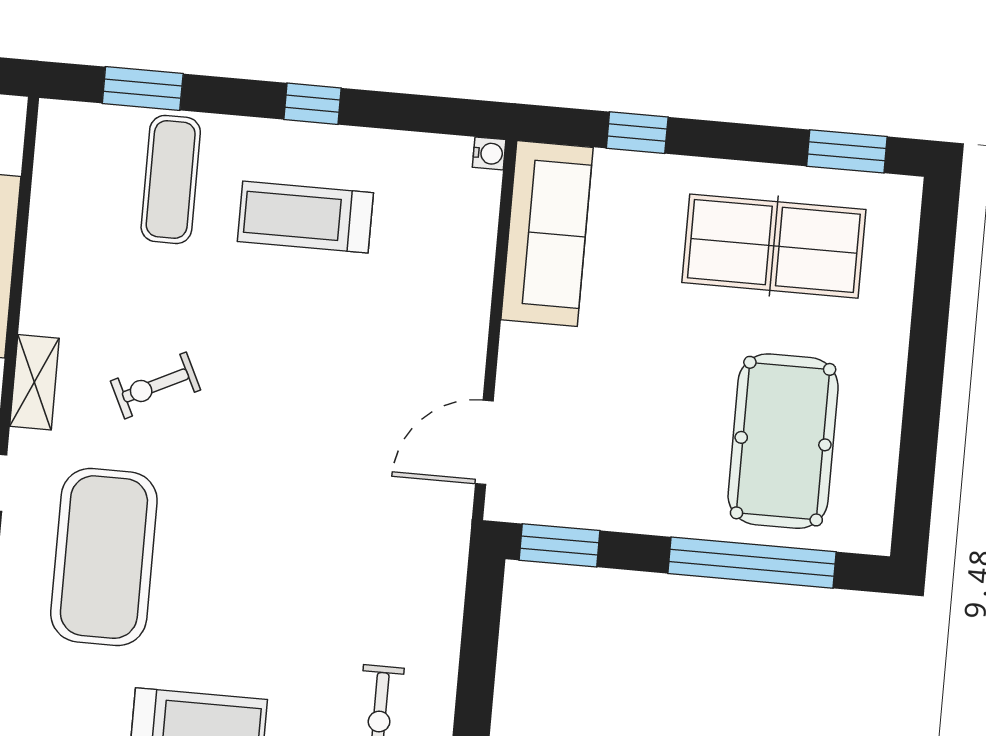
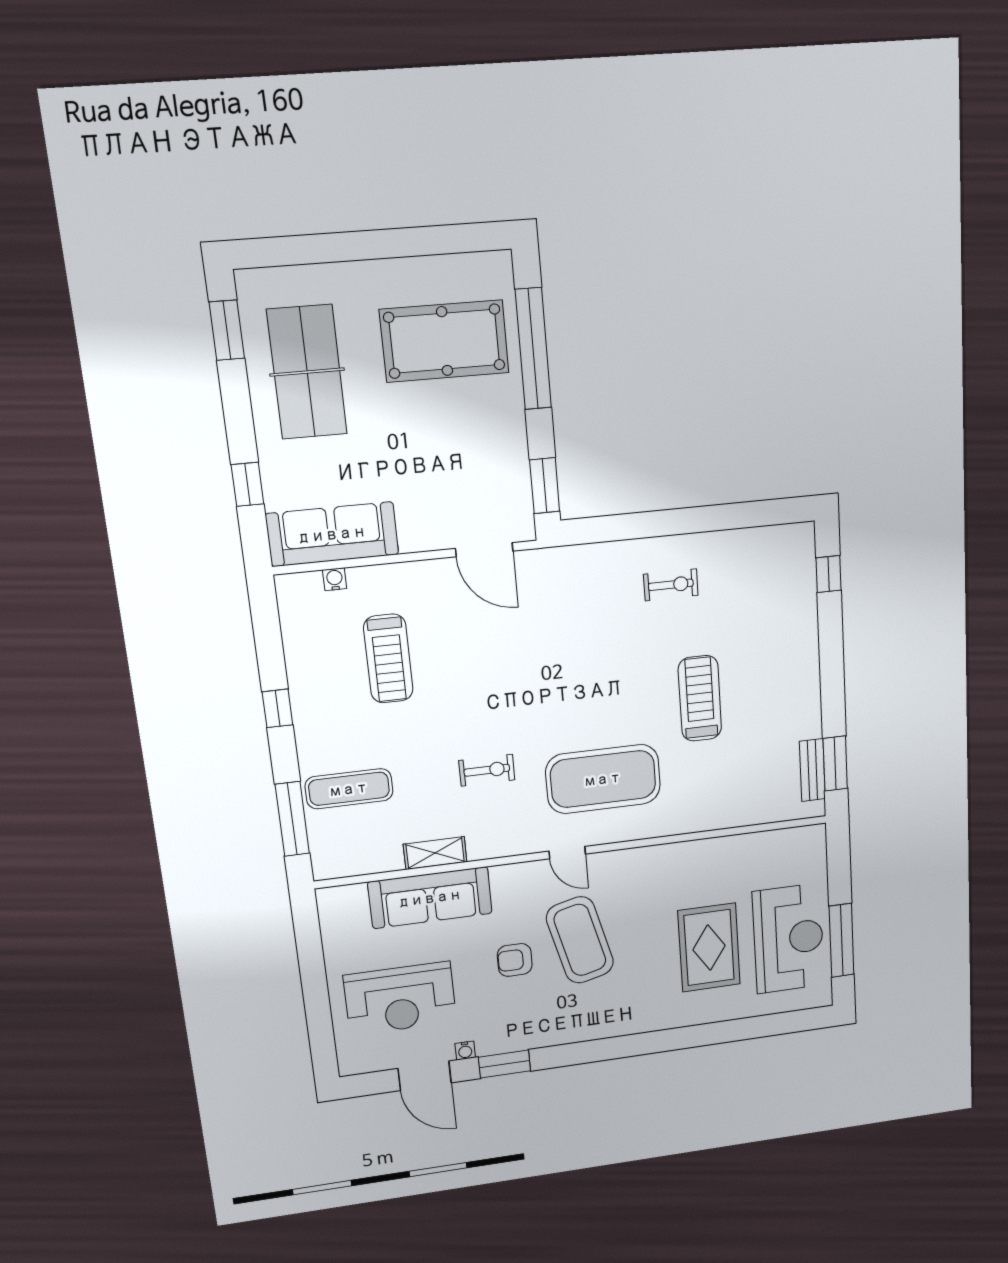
window: (143, 89) -> (292, 819), width x1.44
water cooler: (489, 153) -> (335, 579), moved
treadmill: (305, 217) -> (388, 659), moved
shelving: (34, 382) -> (435, 853), moved
exercise bike: (155, 385) -> (487, 770), turned -64

